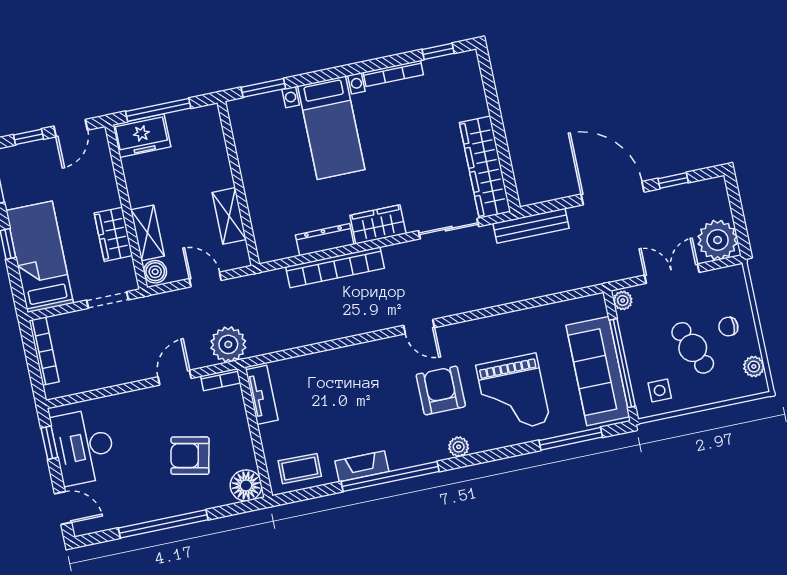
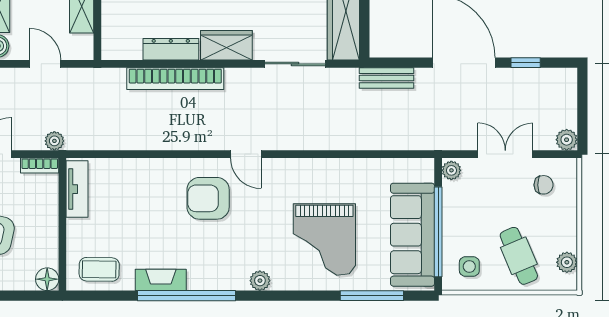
bench: (531, 226) -> (387, 78), width x0.73
plant: (718, 240) -> (567, 140), width x0.53, depth x0.53
chair: (728, 327) -> (544, 185), moved, turned 180
plant: (228, 344) -> (54, 141), width x0.53, depth x0.53
cafe table: (693, 348) -> (519, 256), moved
armchair: (441, 390) -> (208, 198), moved, turned -90
floor lamp: (246, 485) -> (47, 279), width x0.73, depth x0.73

